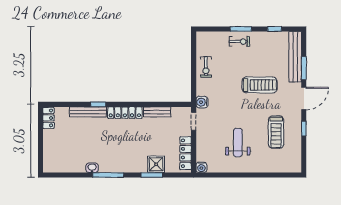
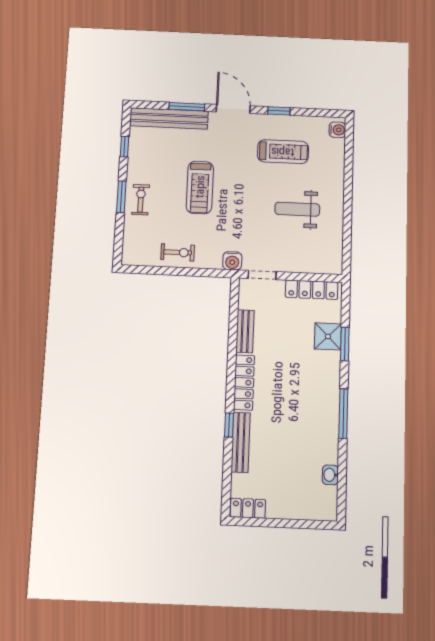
treadmill: (260, 85) -> (200, 187), moved, turned 180
water cooler: (201, 167) -> (337, 130), moved
washbasin: (92, 168) -> (330, 475), moved

